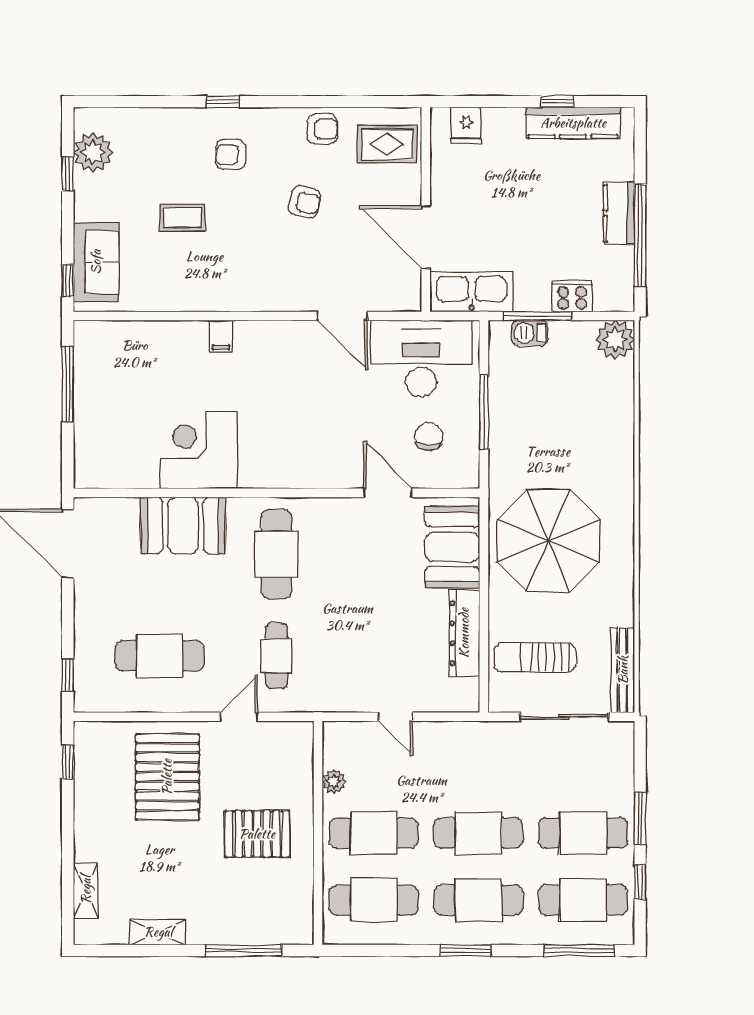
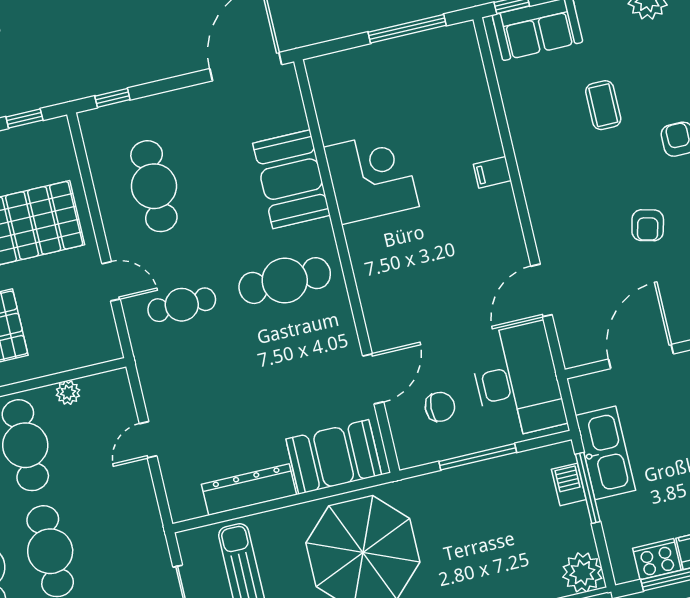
kitchen sink: (472, 292) -> (605, 453), moved
cooker: (572, 296) -> (657, 559), moved, turned -90

